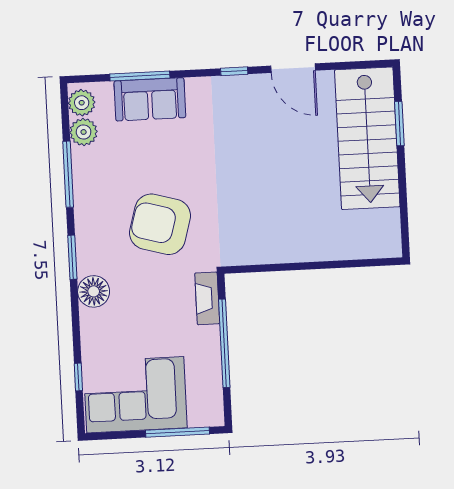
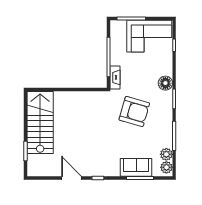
stairs: (367, 138) -> (40, 123), moved

